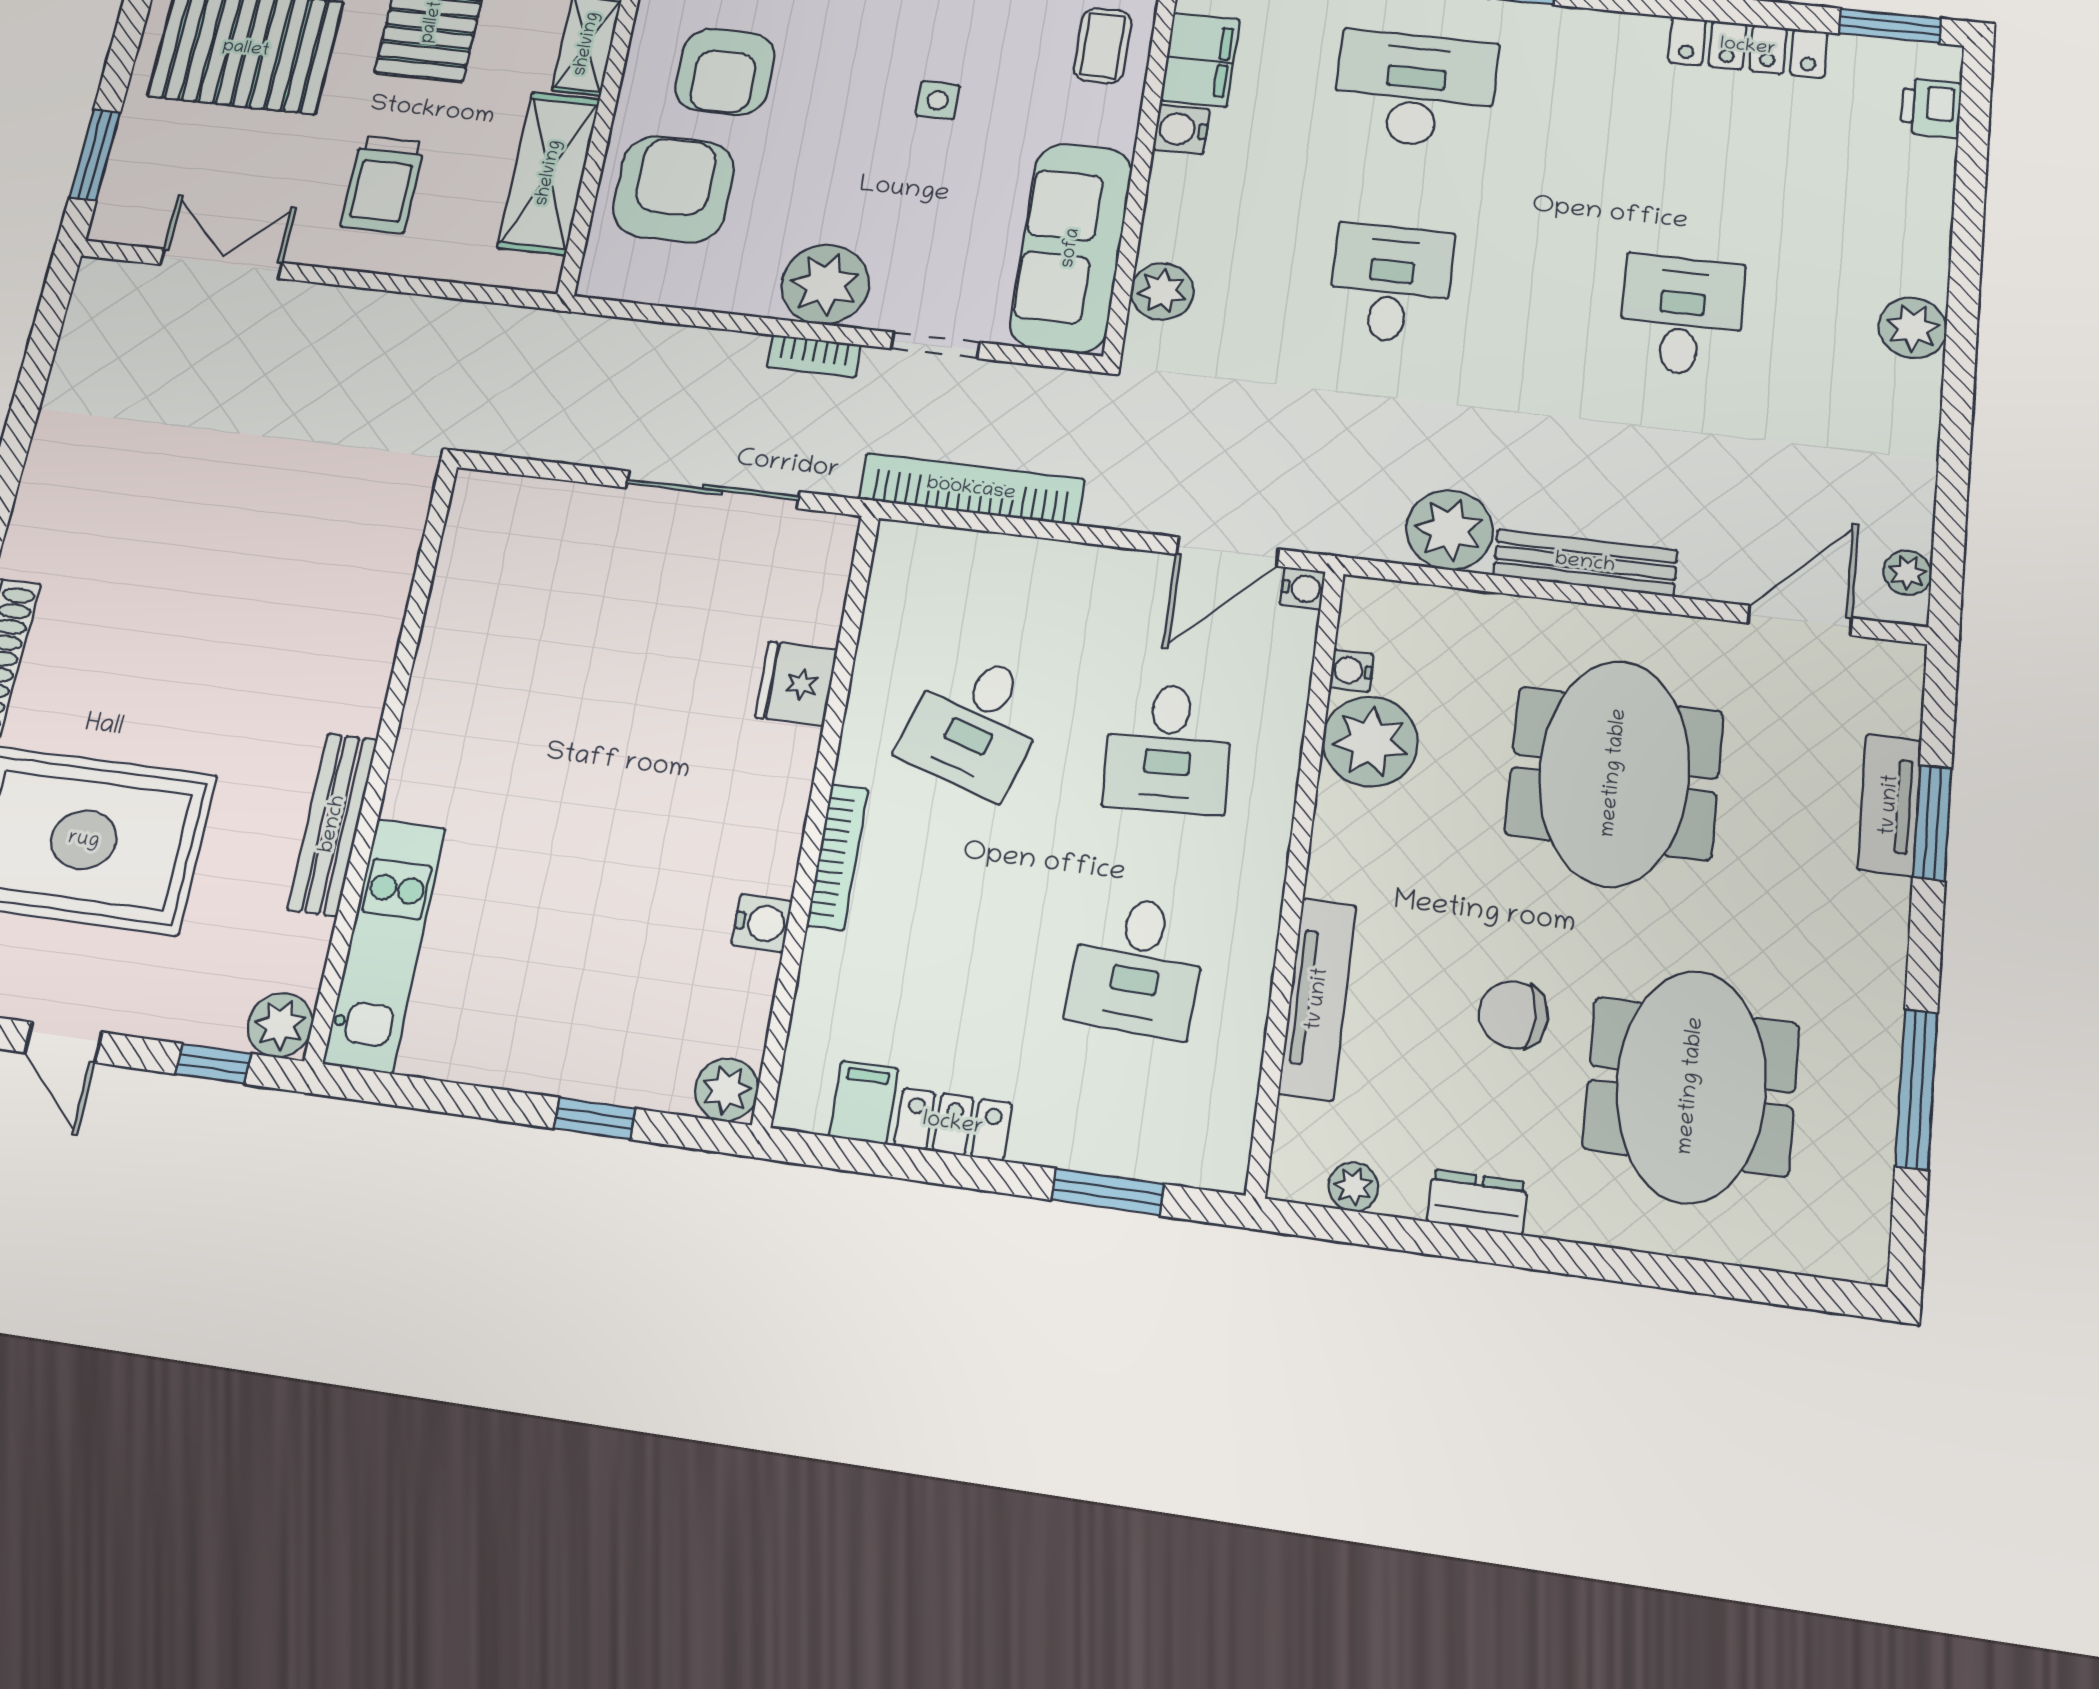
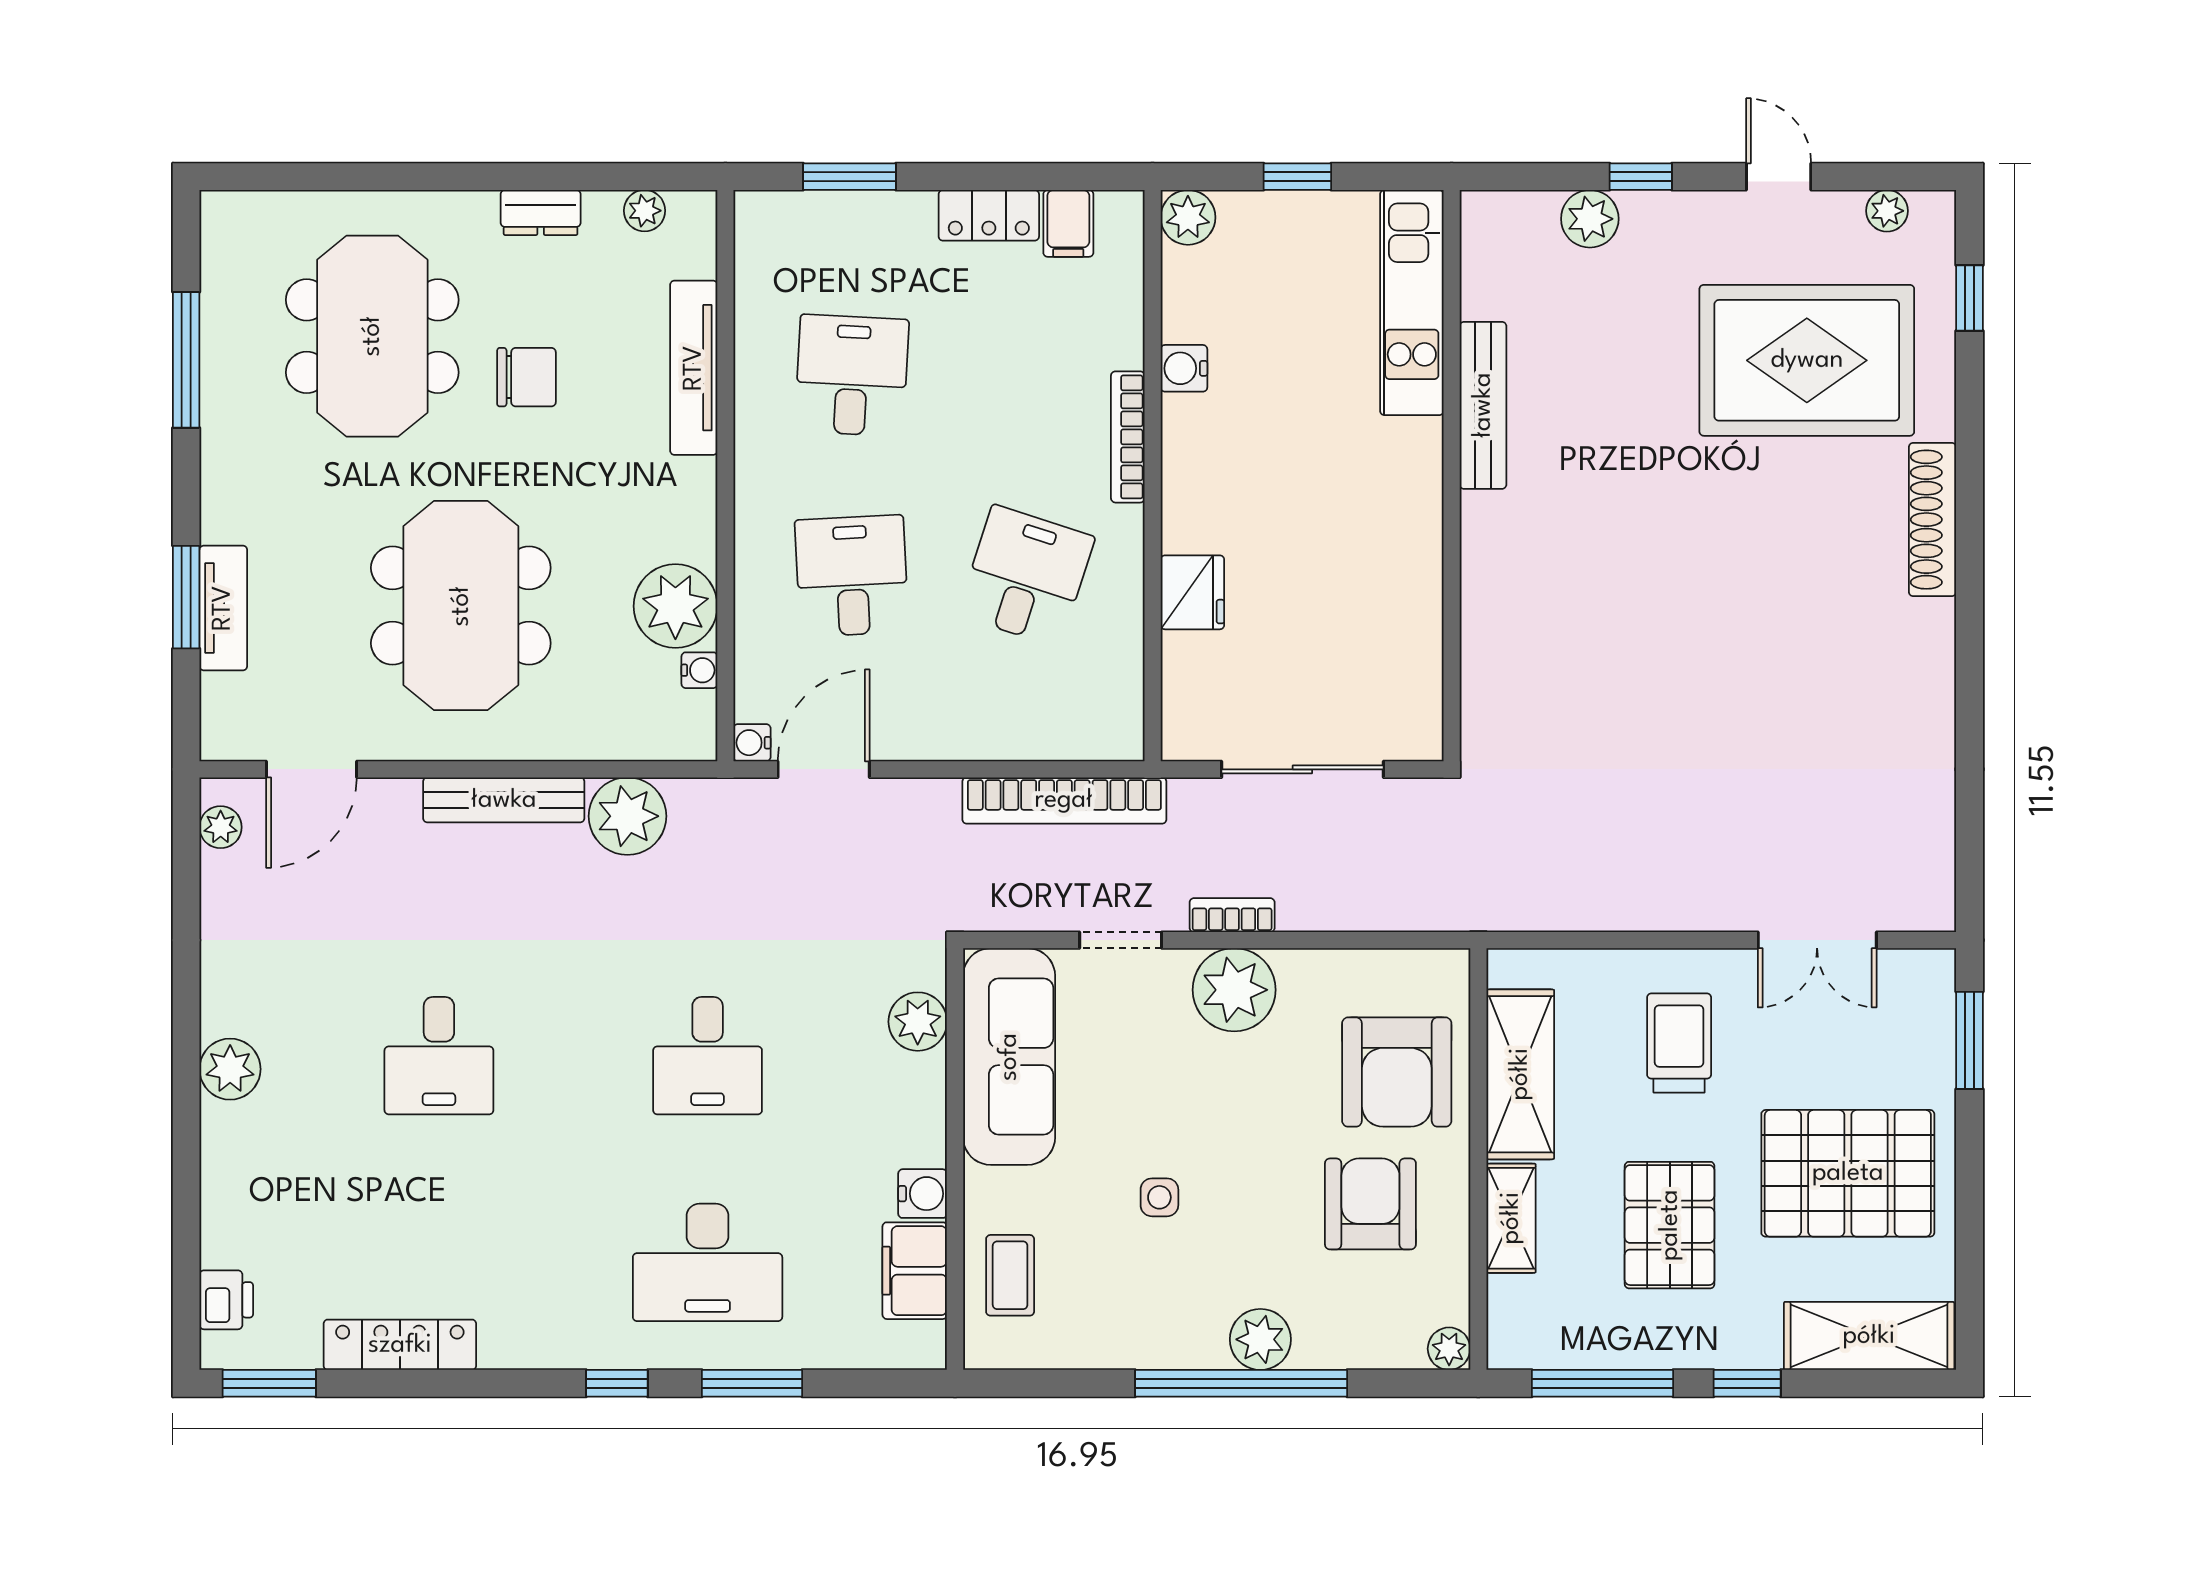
wall: (383, 755) -> (1452, 476), moved
bench: (333, 824) -> (1483, 405), moved
kitchen unit: (385, 945) -> (1412, 303), moved

